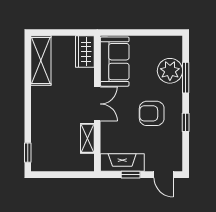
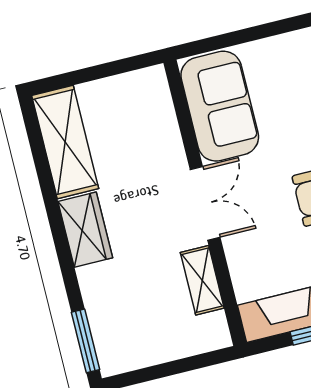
wardrobe: (85, 52) -> (85, 230), moved, turned 180
window: (28, 153) -> (85, 341), width x1.50

